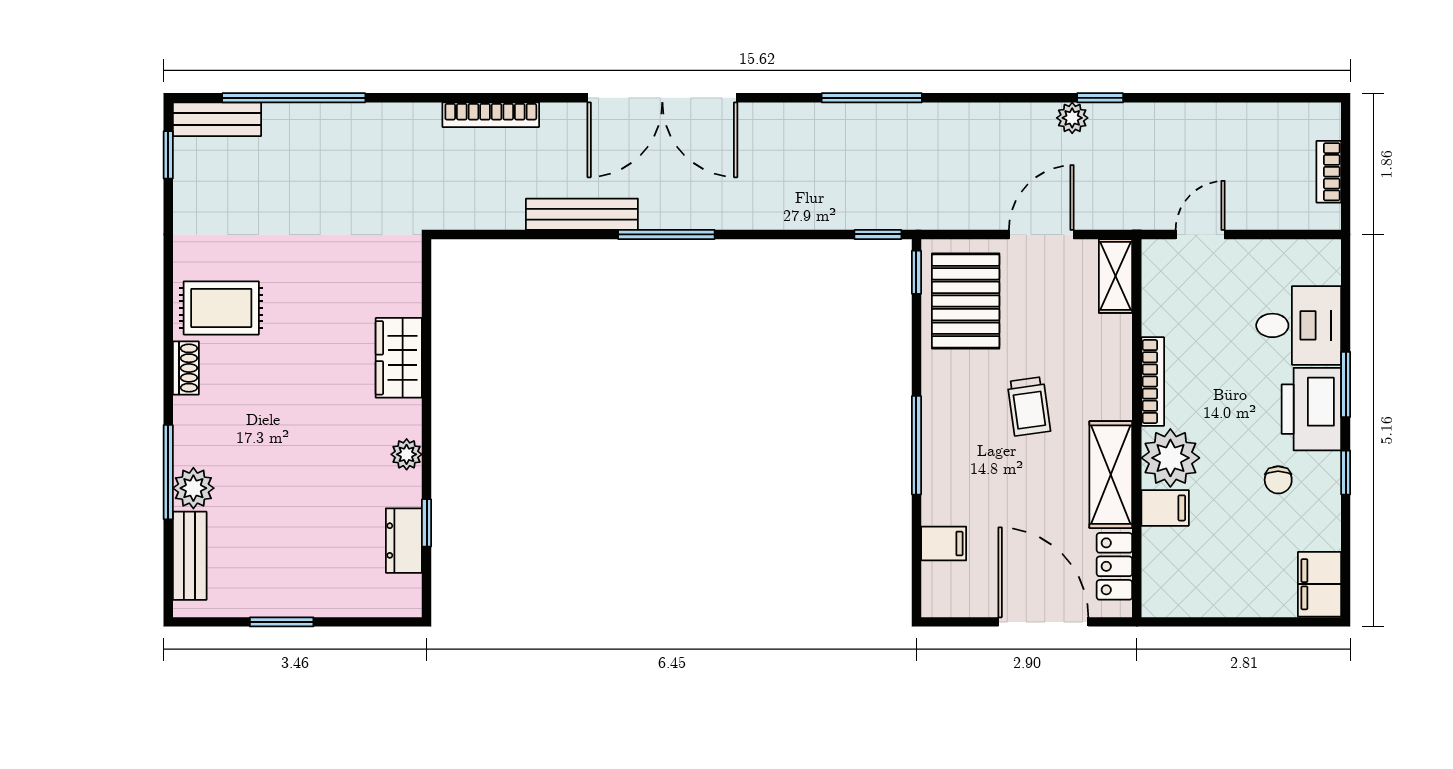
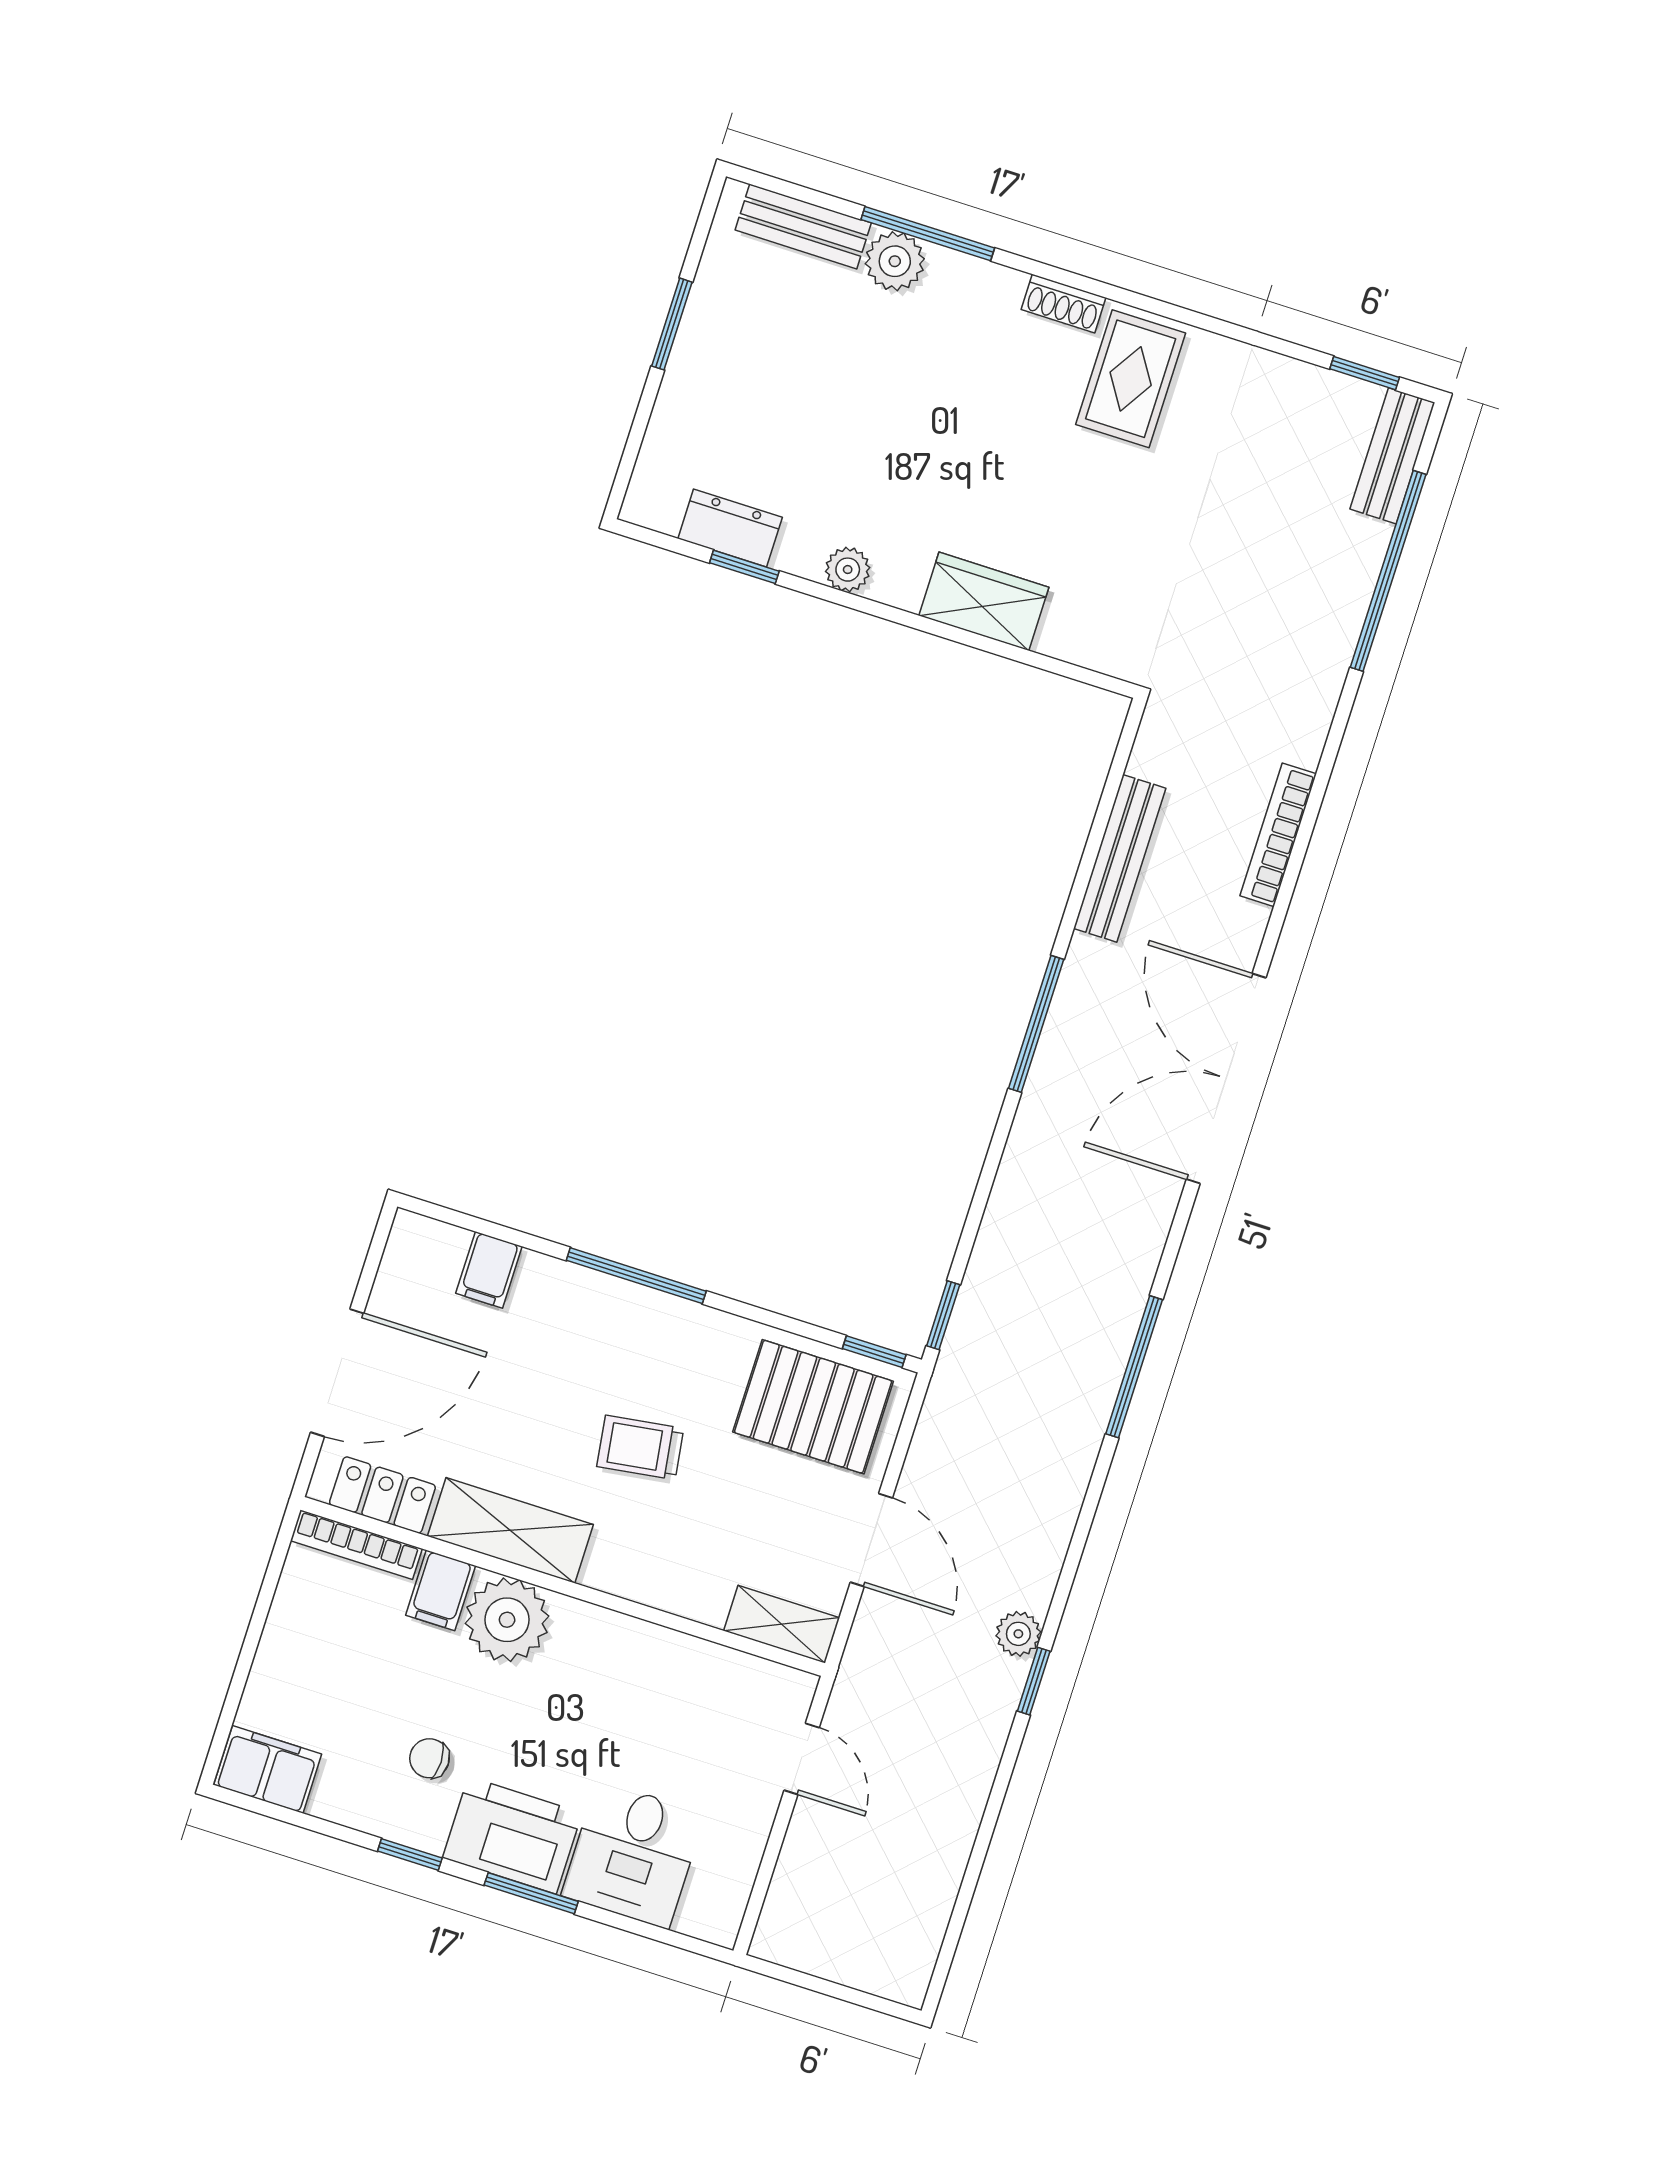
bookcase: (1329, 172) -> (831, 1963), removed
bench: (582, 214) -> (1120, 858), moved
bookcase: (1153, 382) -> (356, 1545), moved

